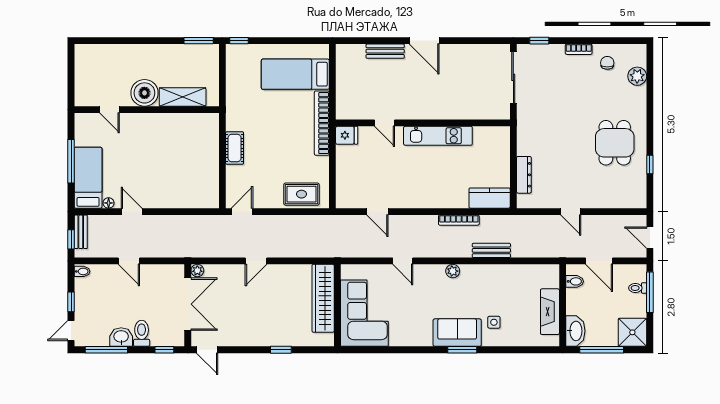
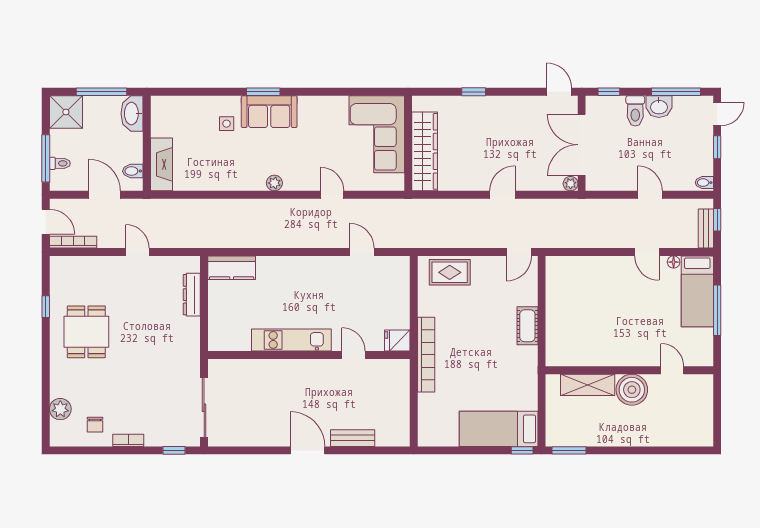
bed: (295, 74) -> (499, 429), moved, turned 180
bookcase: (459, 220) -> (73, 242), moved
bench: (491, 250) -> (230, 207), removed
fireplace: (550, 312) -> (162, 164), moved

